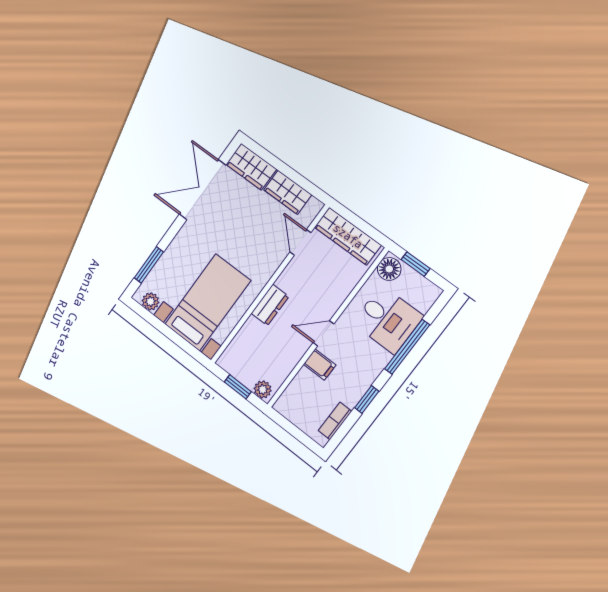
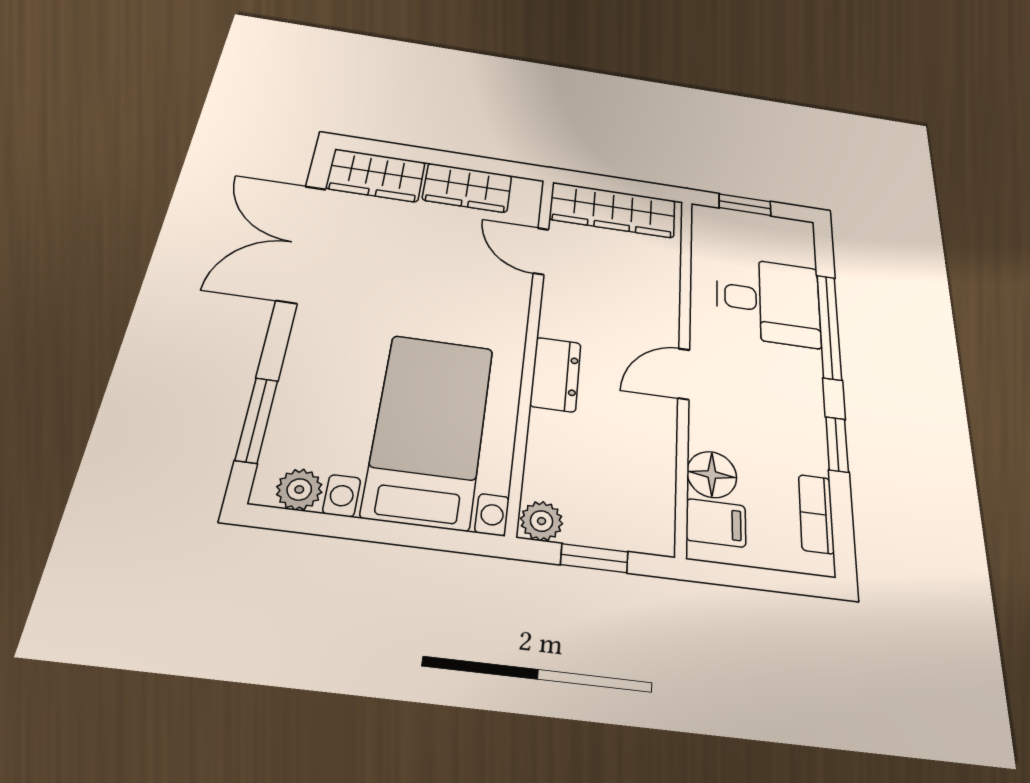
floor lamp: (389, 269) -> (712, 475), moved
filing cabinet: (320, 365) -> (716, 523), moved
plant: (263, 390) -> (542, 521), moved

